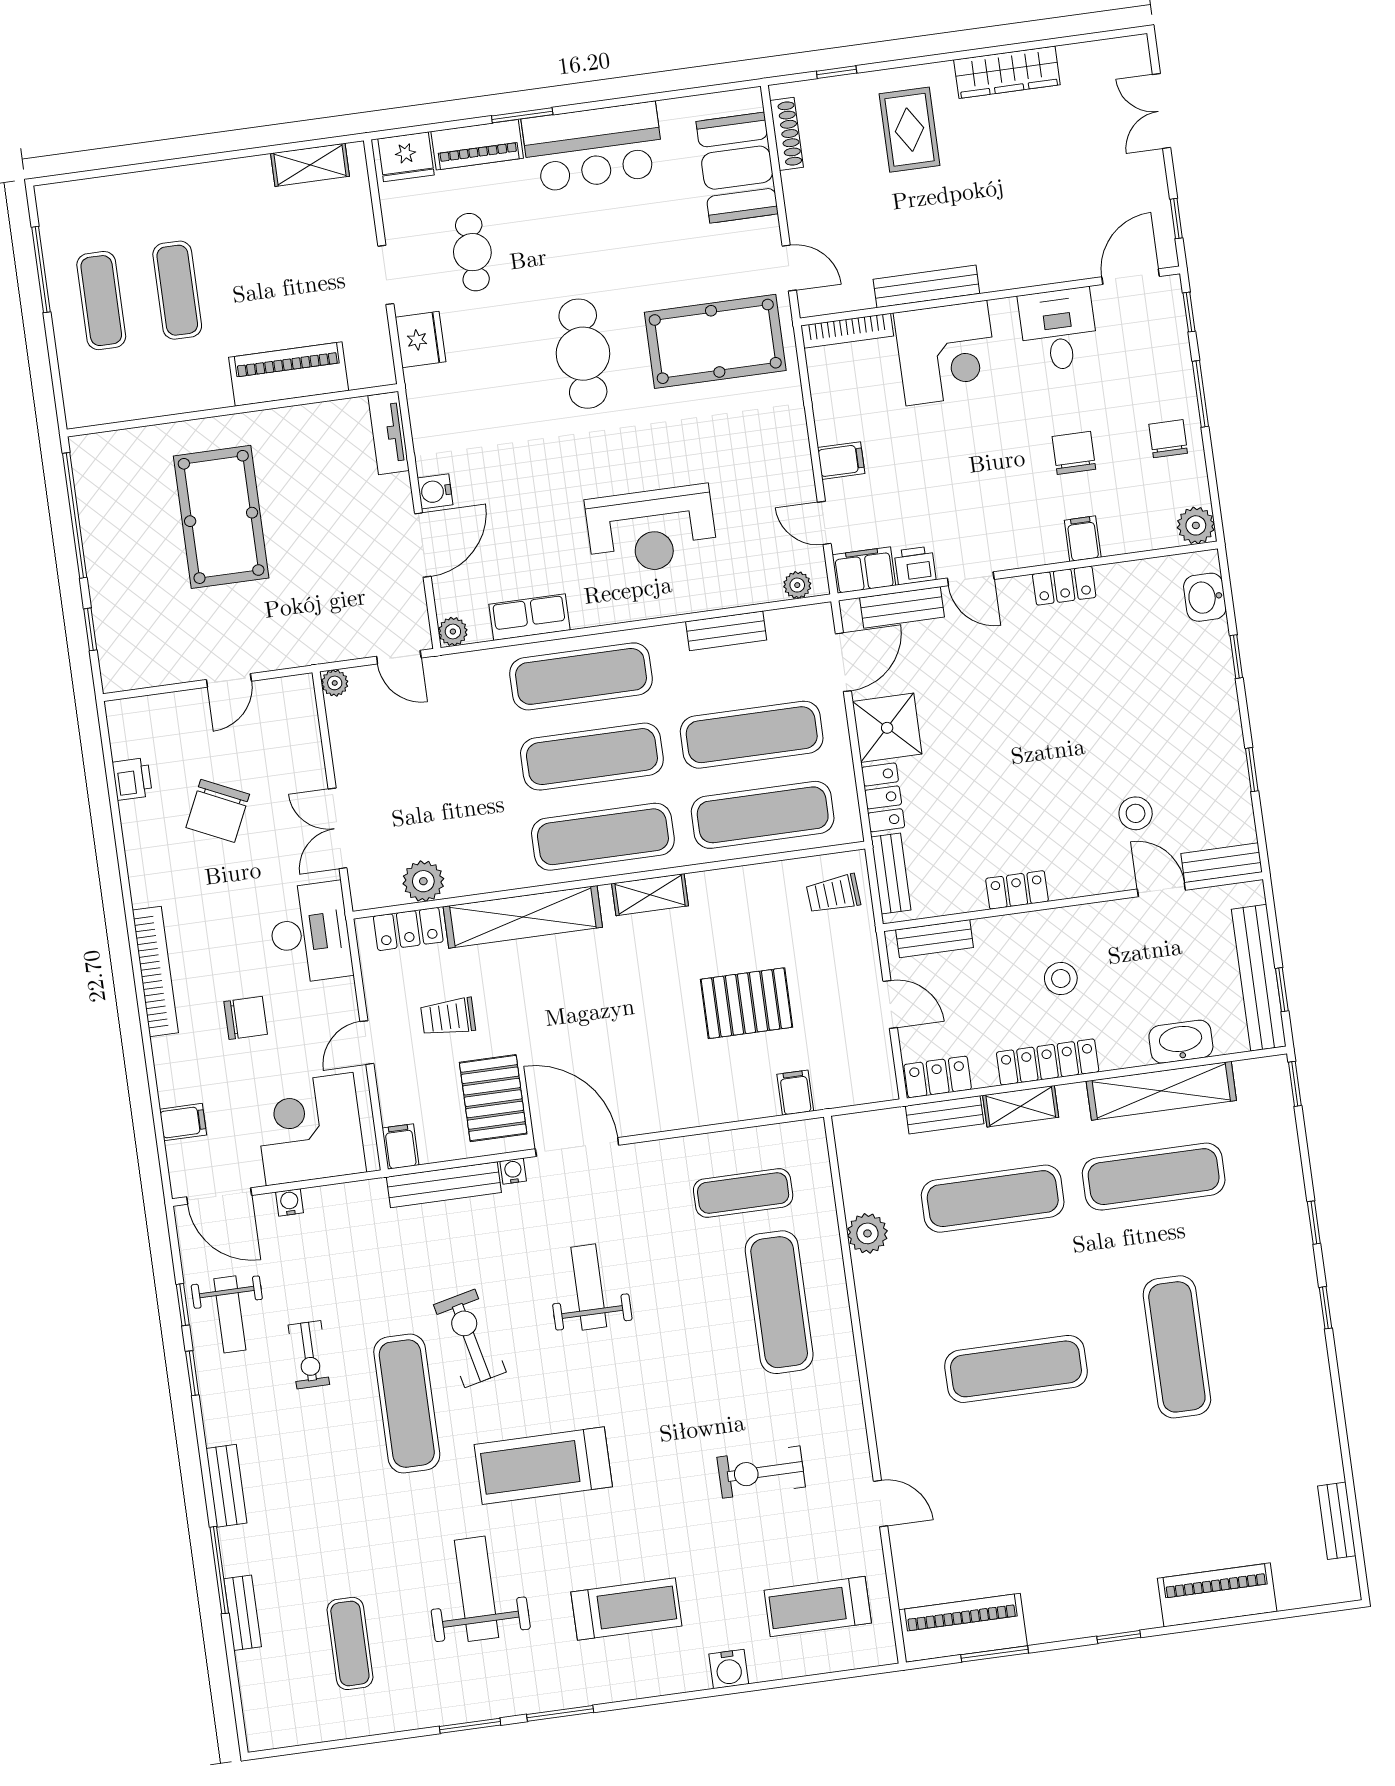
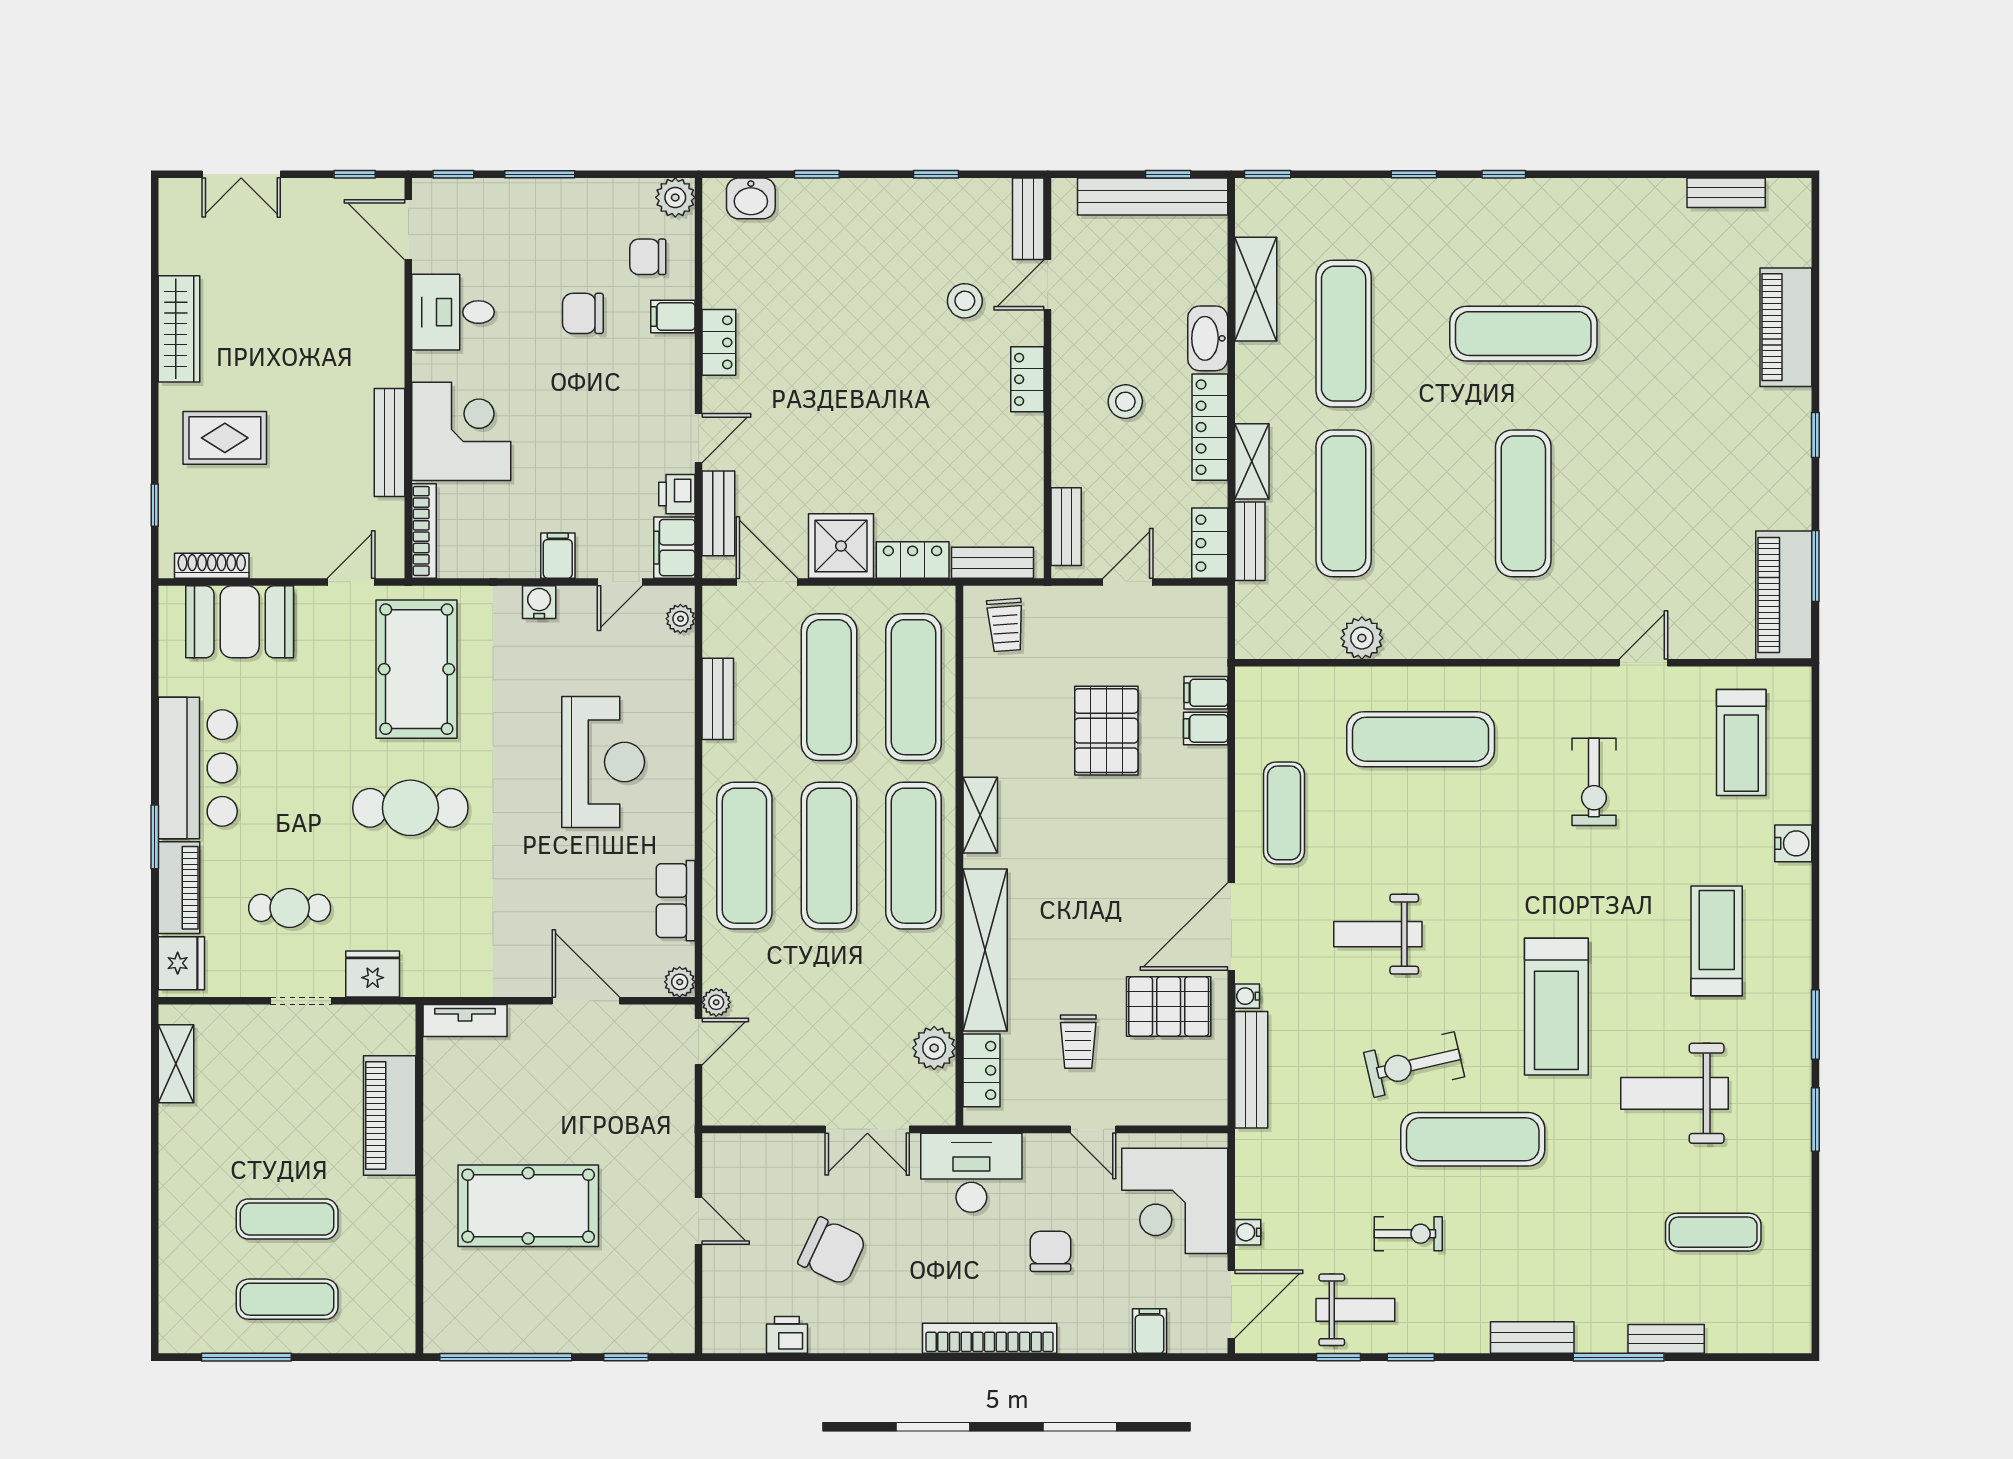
chair: (1168, 439) -> (648, 257), moved
water cooler: (435, 491) -> (539, 602), moved, turned 180
plant: (335, 683) -> (716, 1002), moved
locker: (1017, 890) -> (1027, 379), moved
washbasin: (1181, 1042) -> (1208, 338), moved
shelving: (1161, 1091) -> (1256, 289), width x0.68
filing cabinet: (401, 1146) -> (1206, 728), moved
exercise mat: (743, 1193) -> (1284, 813), moved

